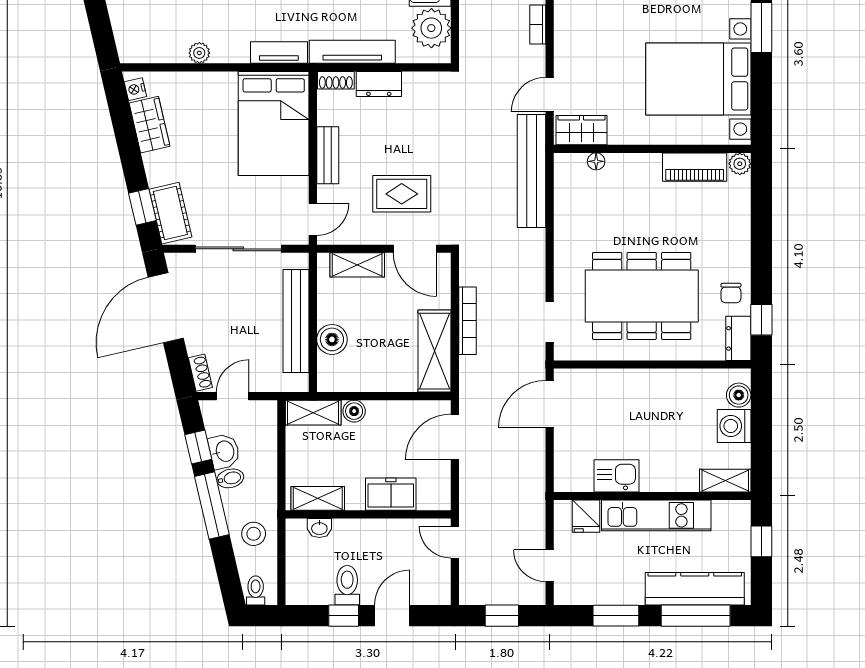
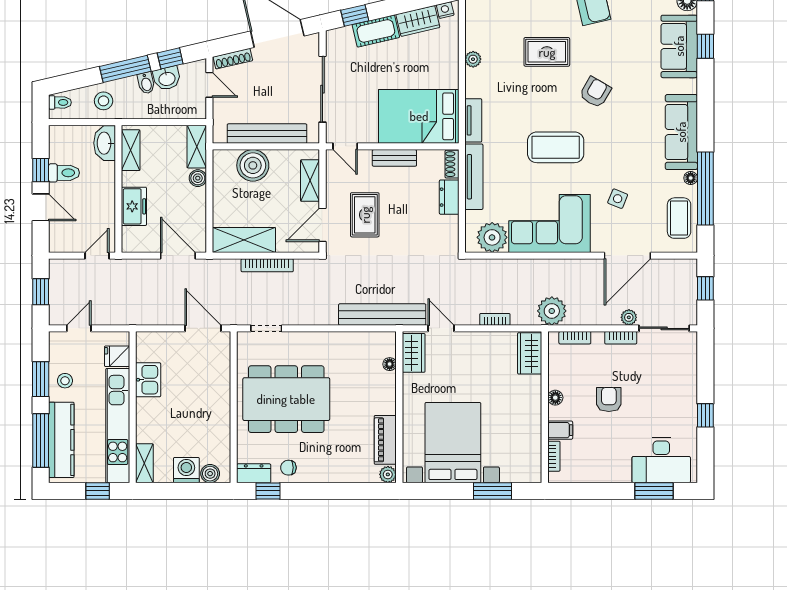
cot: (170, 213) -> (376, 31), moved
dining table: (642, 296) -> (286, 399), turned 90
boiler: (332, 339) -> (253, 165), width x1.37, depth x1.37
shoe rack: (200, 373) -> (233, 59), width x1.43
kitchen unit: (656, 515) -> (118, 426), width x1.36
washbasin: (319, 528) -> (105, 143), width x1.91, depth x1.45
stool: (618, 584) -> (65, 381), added

